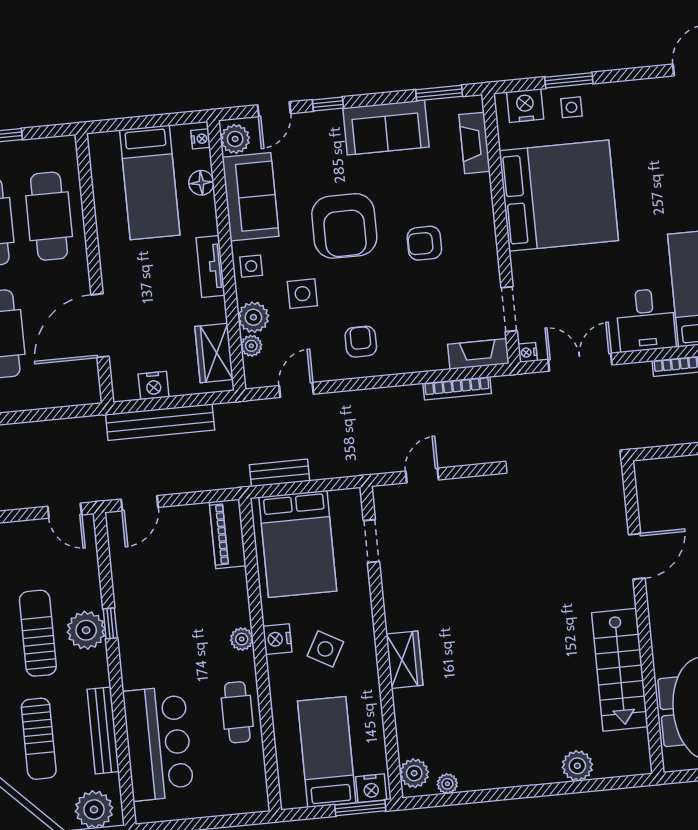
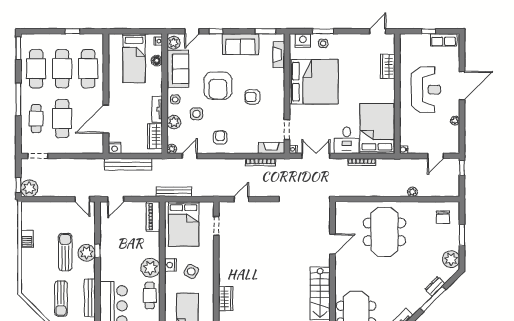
tv unit: (210, 266) -> (157, 109), moved
plant: (251, 346) -> (172, 149), moved
nightstand: (154, 385) -> (115, 148), moved
bench: (280, 473) -> (174, 192), width x1.36
plant: (242, 639) -> (150, 268), width x1.88, depth x1.88
wardrobe: (404, 660) -> (226, 299), moved

